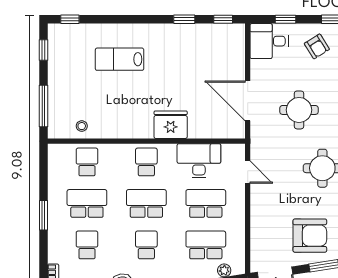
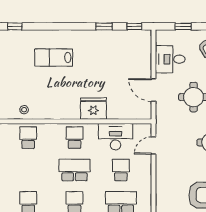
desk: (269, 41) -> (170, 59), moved
door: (248, 101) -> (153, 90), width x0.73
door: (248, 172) -> (153, 146), swing flipped
school desk: (87, 203) -> (28, 170), removed
school desk: (206, 203) -> (121, 170), width x0.54

